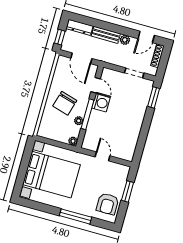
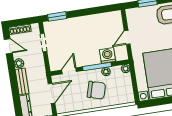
washing machine: (101, 103) -> (107, 55), moved

